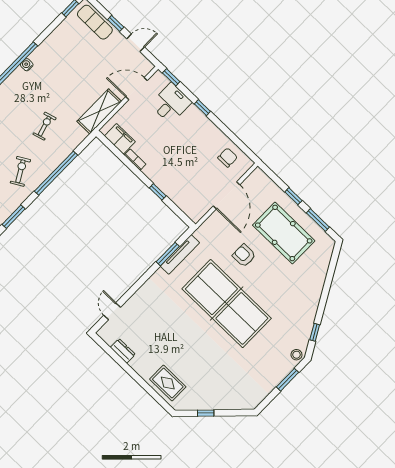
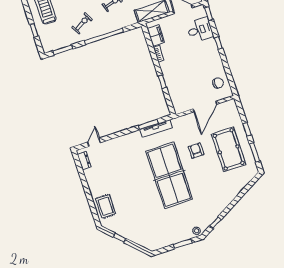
dresser: (123, 351) -> (84, 160), moved

